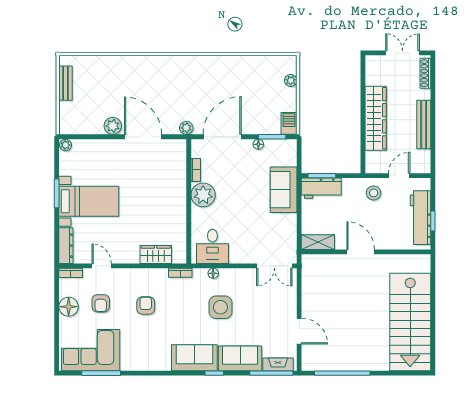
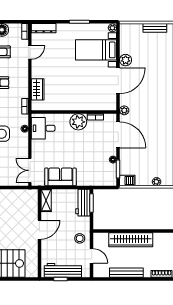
sofa: (284, 190) -> (60, 177), moved
bed with nightstands: (89, 201) -> (96, 50), moved, turned 90

